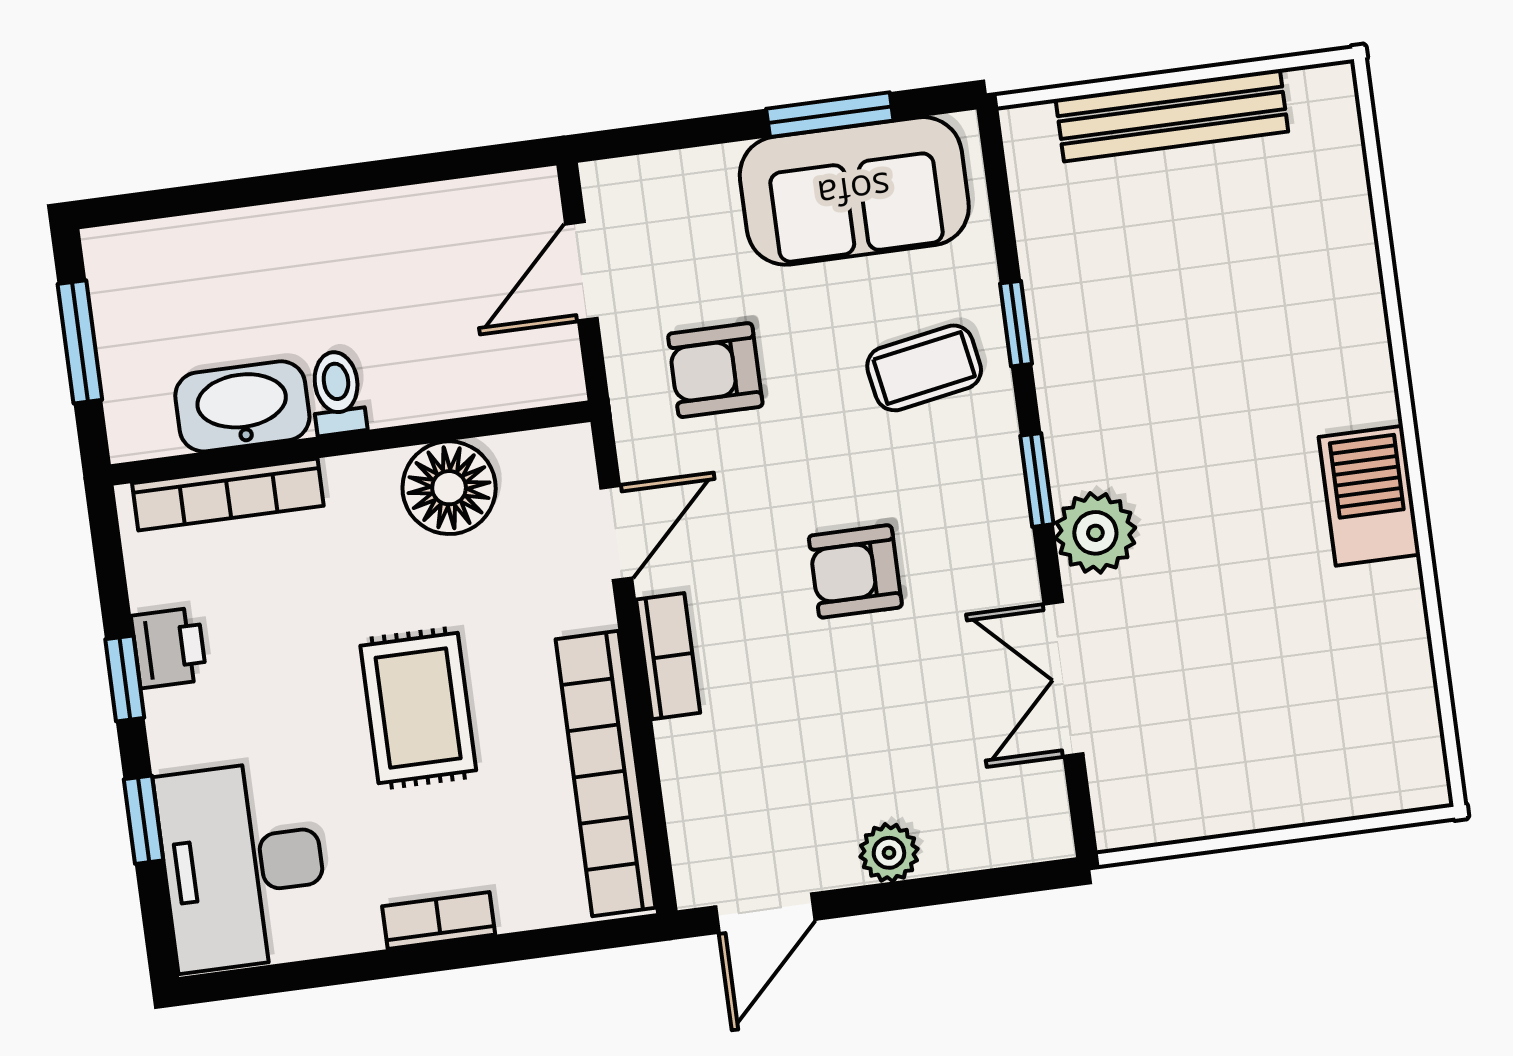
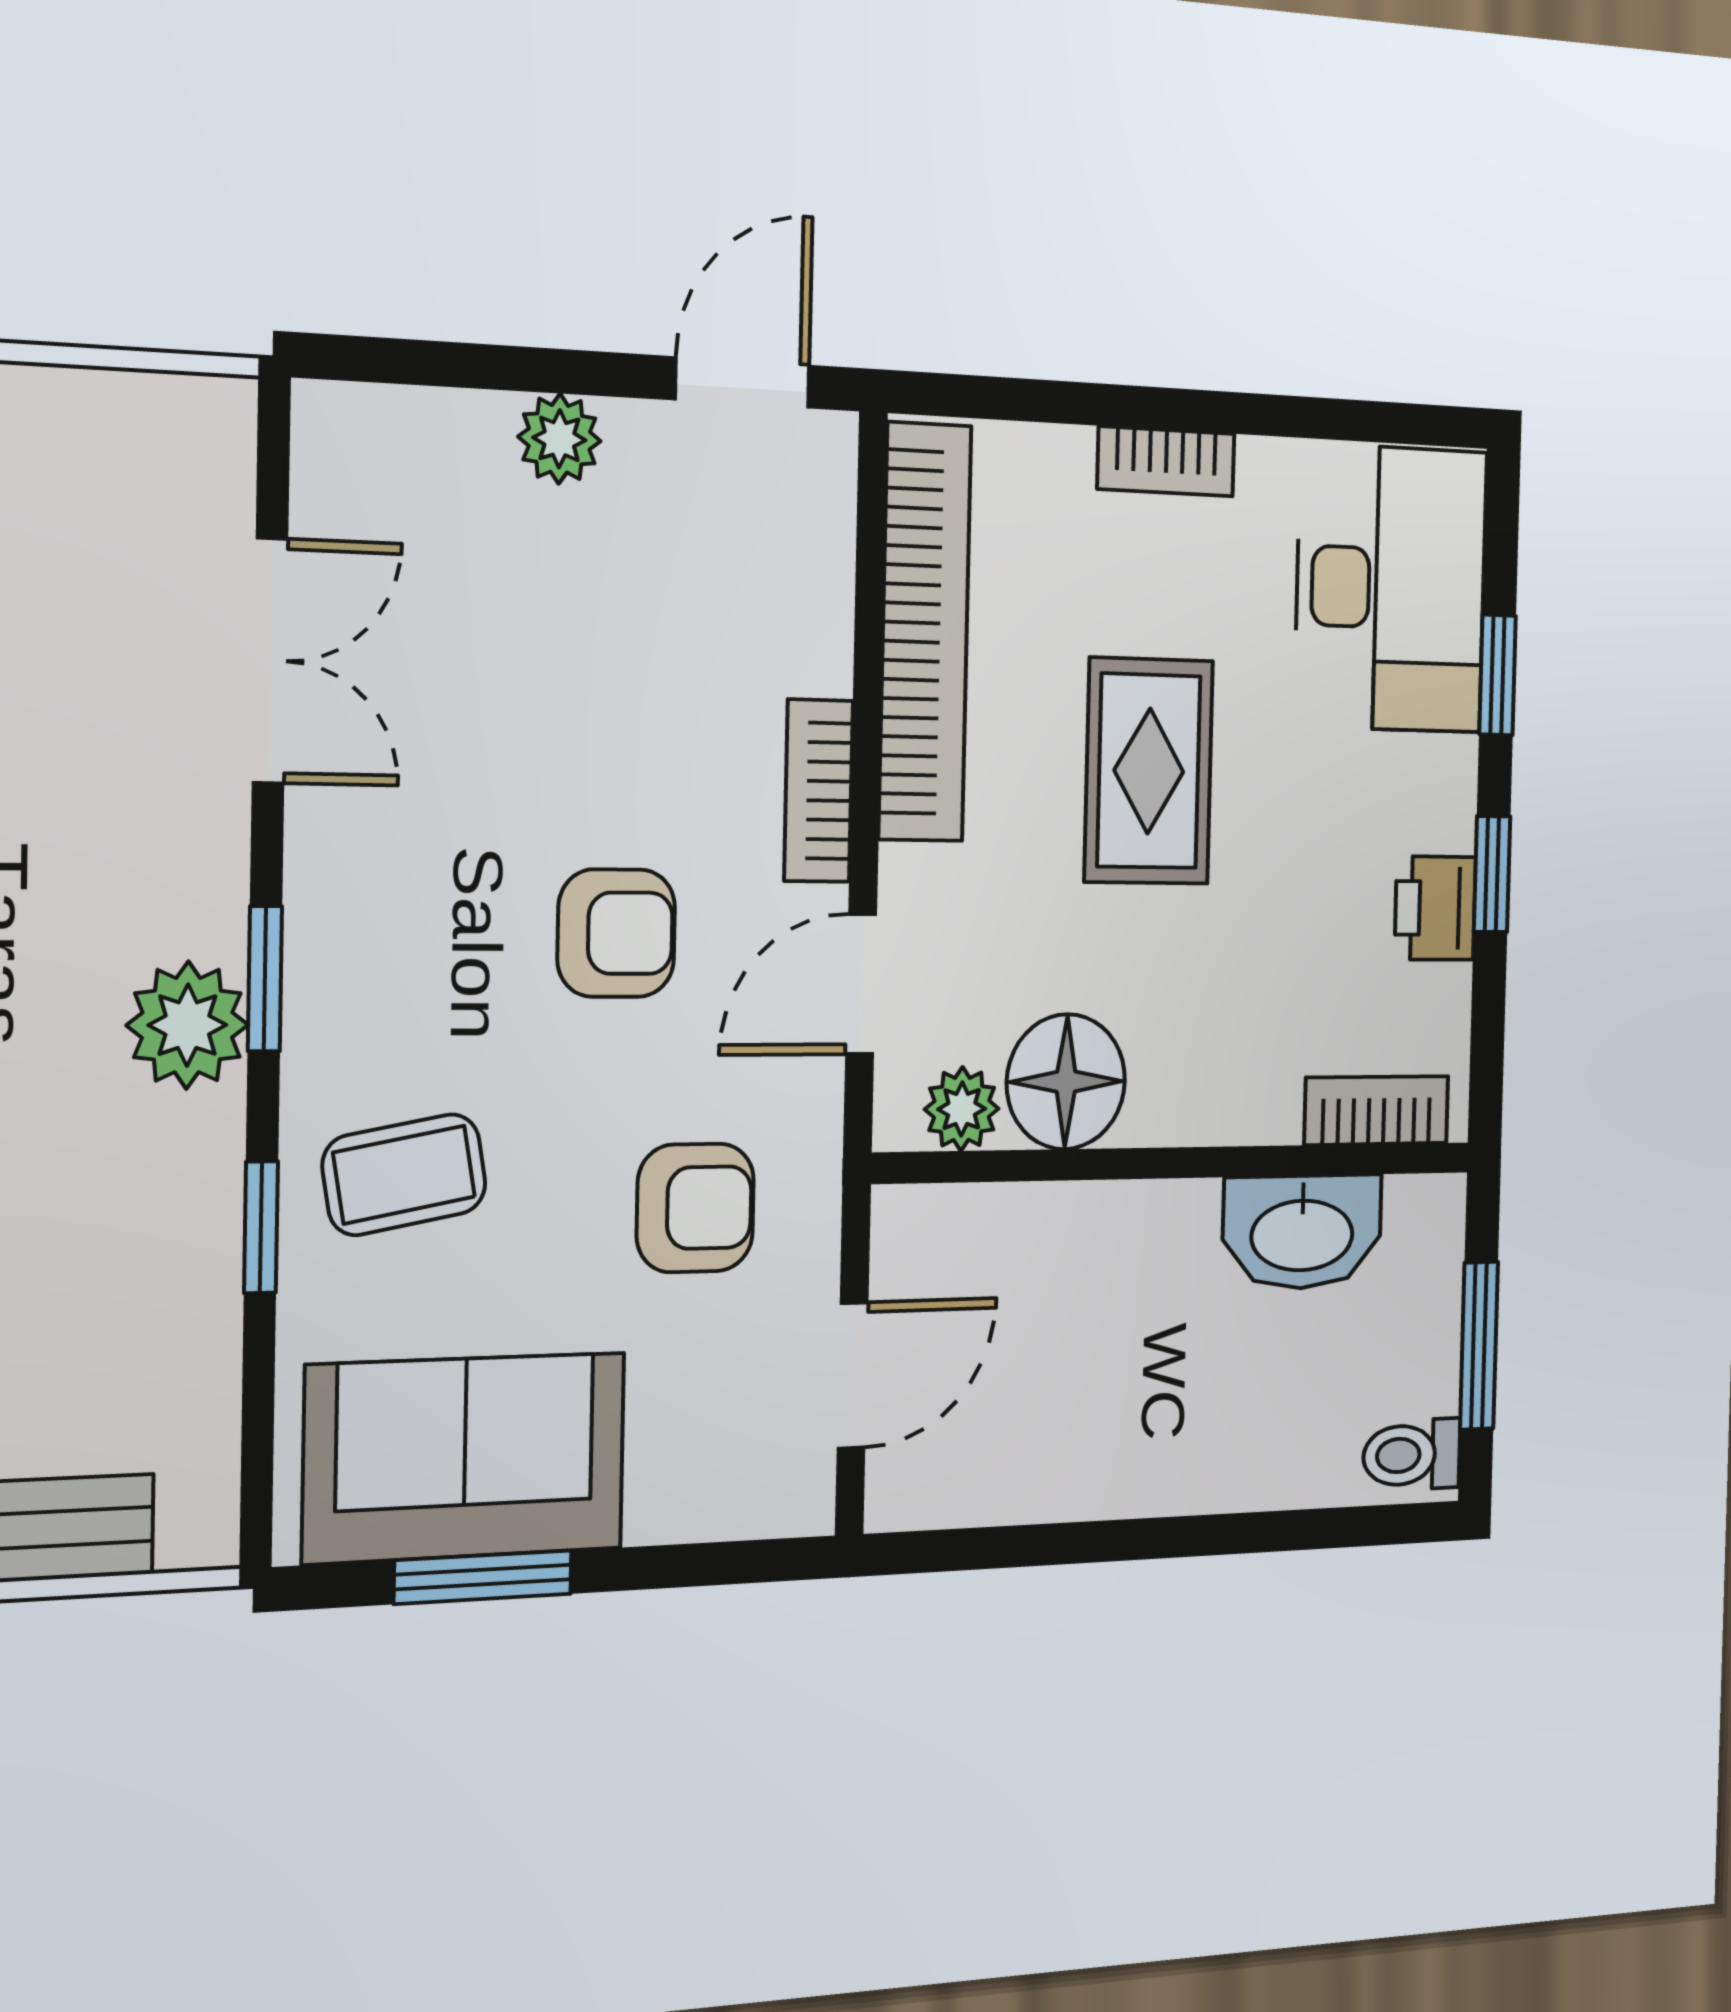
toilet: (337, 393) -> (1412, 1455), moved, turned 90
plant: (527, 459) -> (962, 1109), added
bookcase: (228, 494) -> (1377, 1110), width x0.64
plant: (1095, 533) -> (187, 1025), moved
armchair: (855, 571) -> (616, 933), moved

